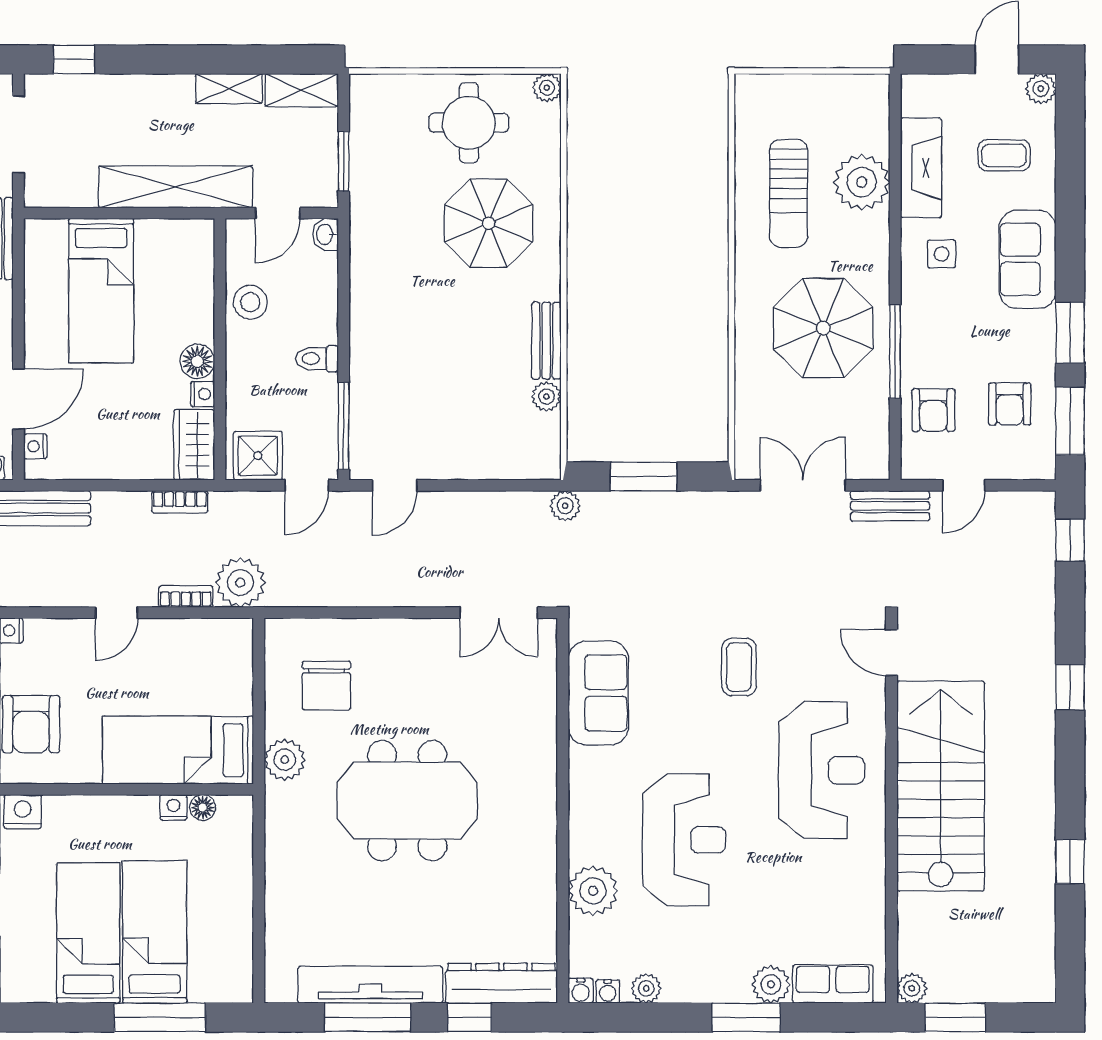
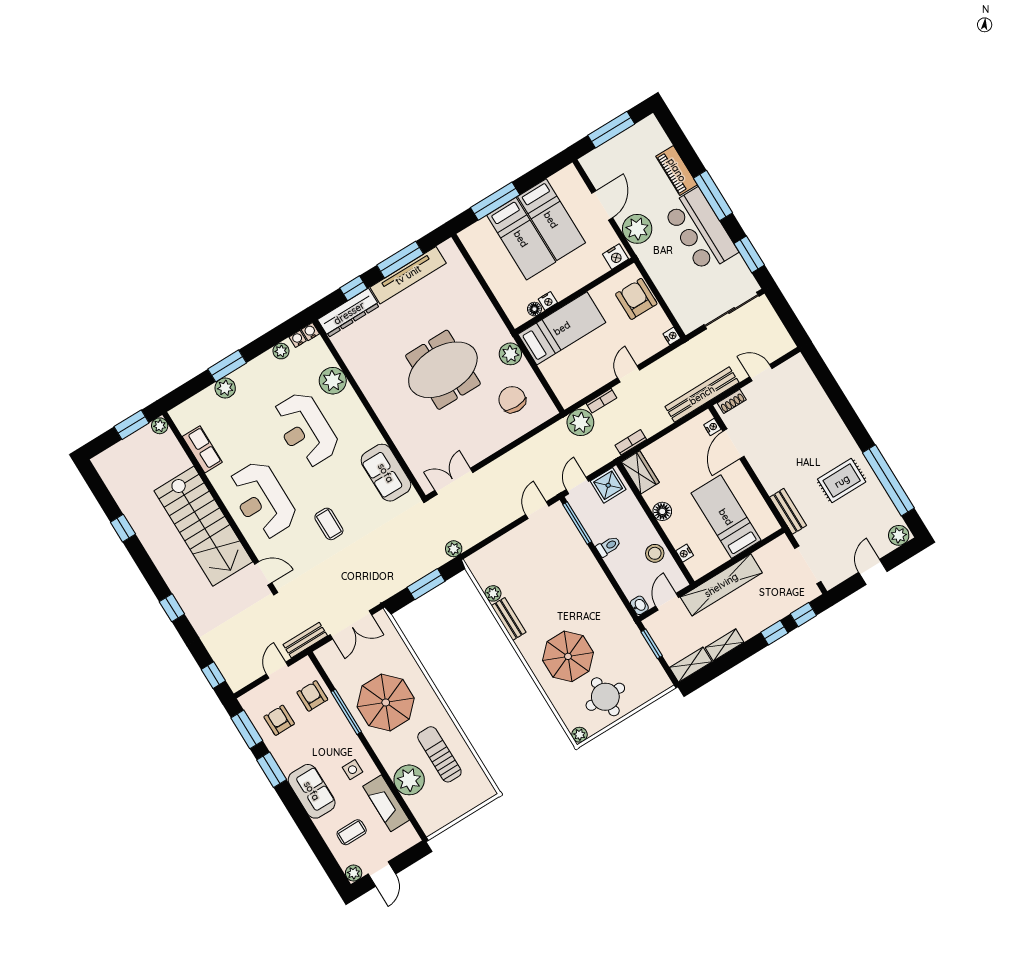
window: (138, 59) -> (774, 633), added
nightstand: (203, 394) -> (685, 553), moved
row of seats: (833, 984) -> (202, 449), moved, turned -90

